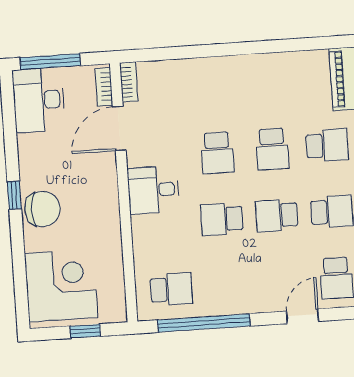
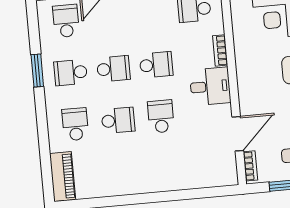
bookcase: (129, 82) -> (220, 50), moved
school desk: (327, 145) -> (75, 124), turned 90
school desk: (272, 149) -> (118, 120), turned 90

